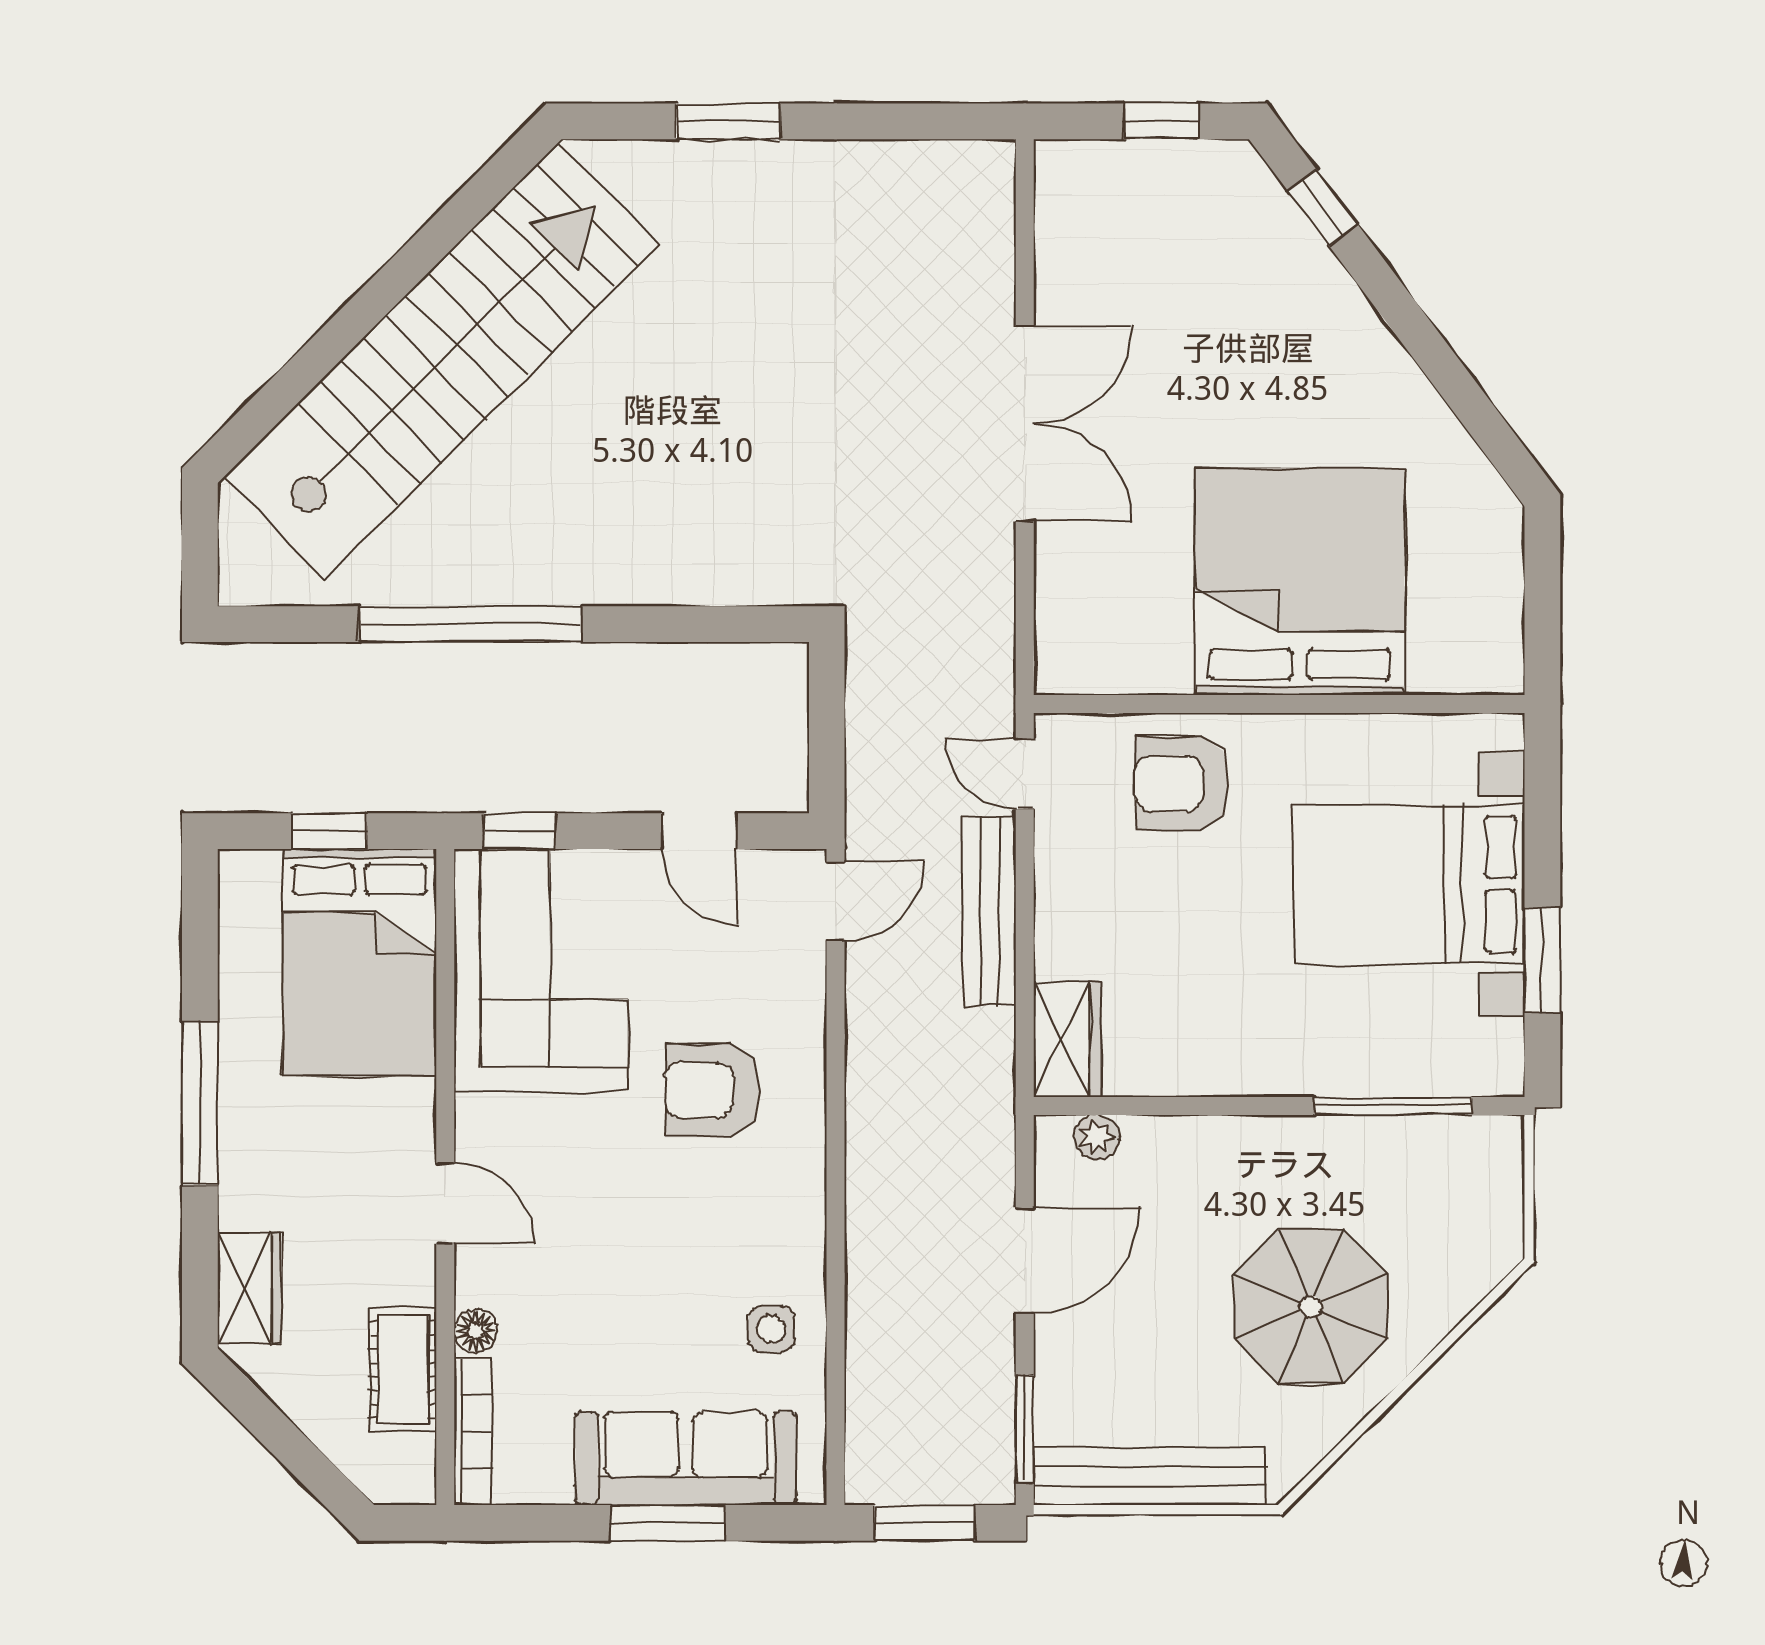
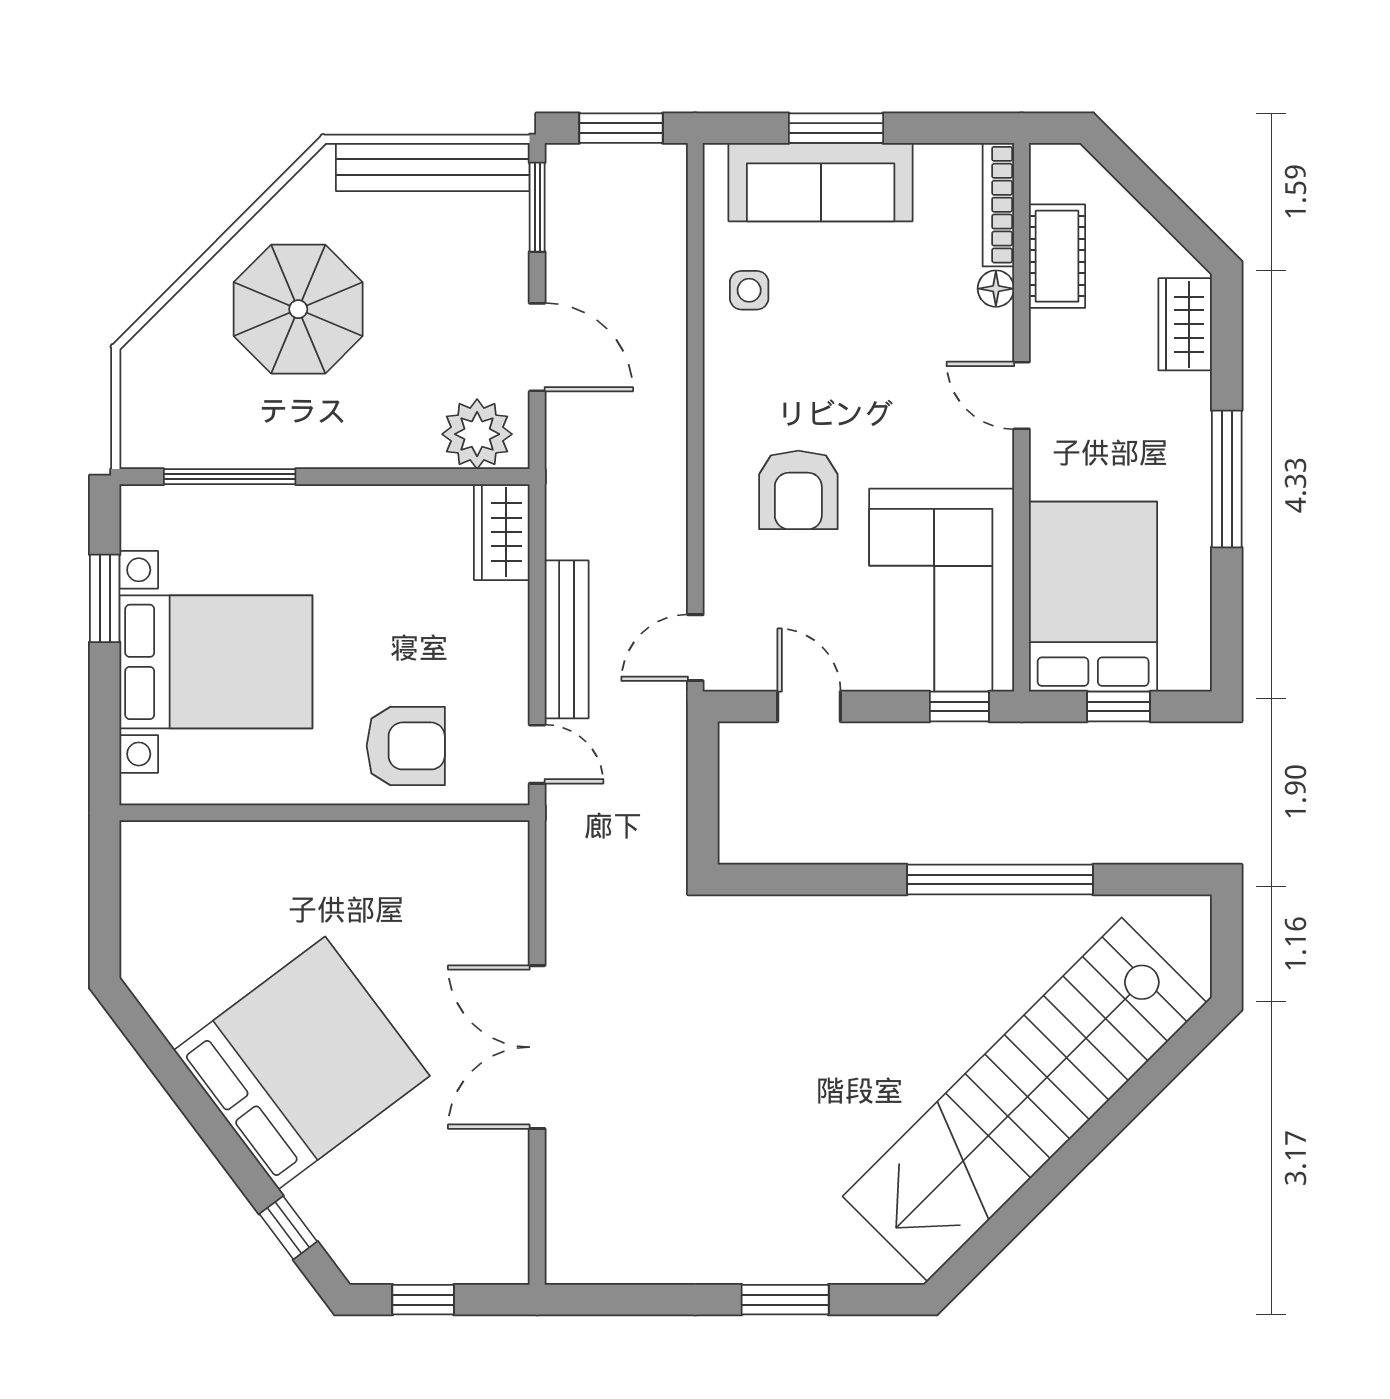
bed: (1300, 582) -> (302, 1063), moved, turned -127
armchair: (712, 1090) -> (798, 490), turned 90
plant: (1097, 1137) -> (477, 434), width x1.88, depth x1.88
door: (1025, 1261) -> (537, 347), swing flipped

